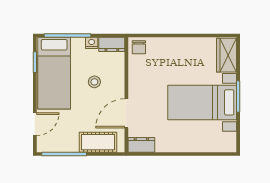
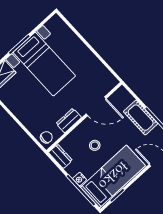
nightstand: (92, 43) -> (80, 179), moved
cot: (98, 142) -> (141, 118), moved
dresser: (141, 145) -> (69, 121), moved, turned 90

